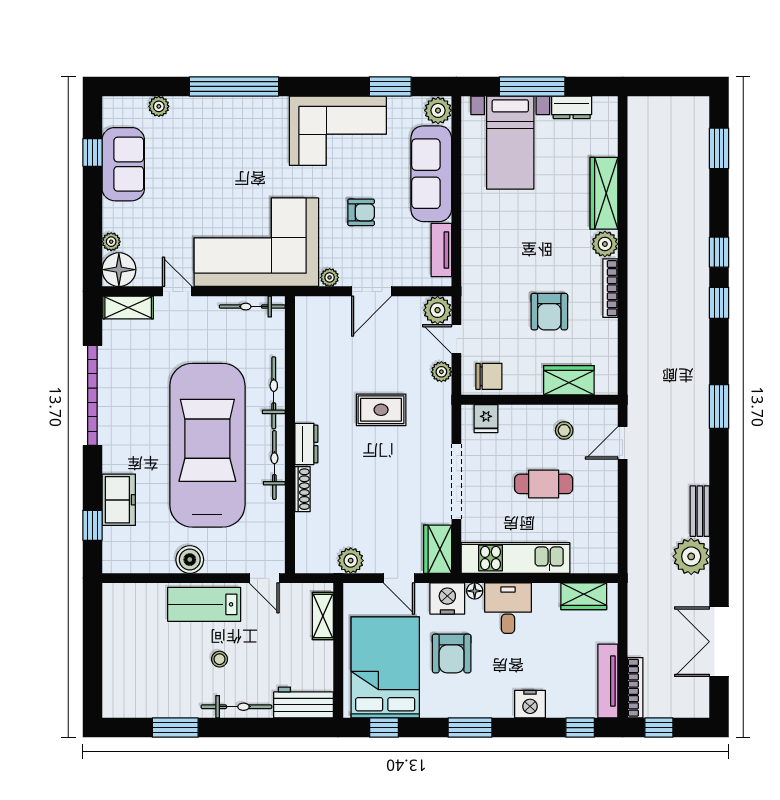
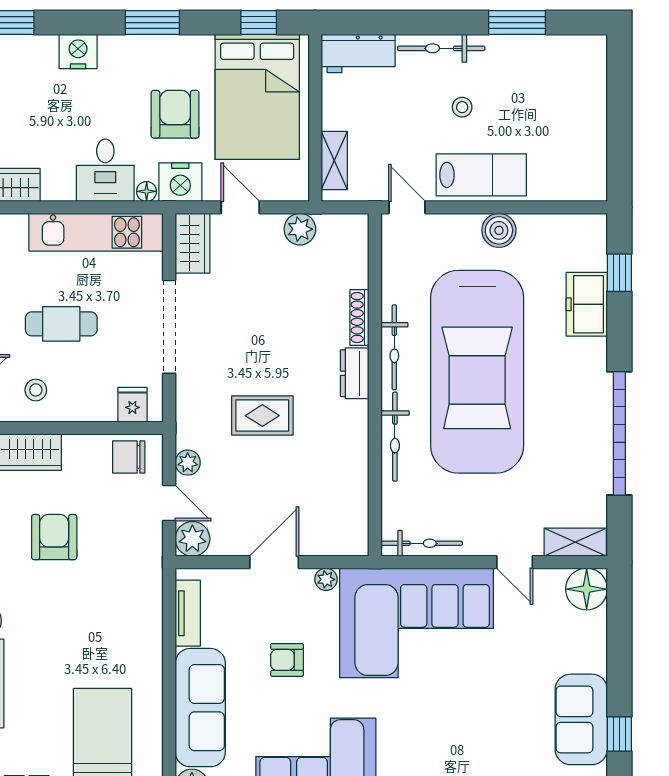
plant: (111, 242) -> (596, 624), removed

